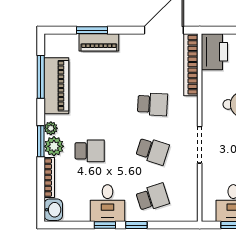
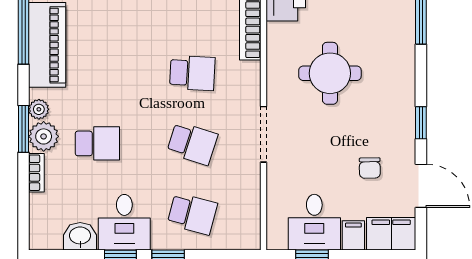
bookcase: (49, 178) -> (36, 173), width x0.64
school desk: (152, 197) -> (192, 214), turned 33
washbasin: (53, 210) -> (80, 236), moved, turned -90

